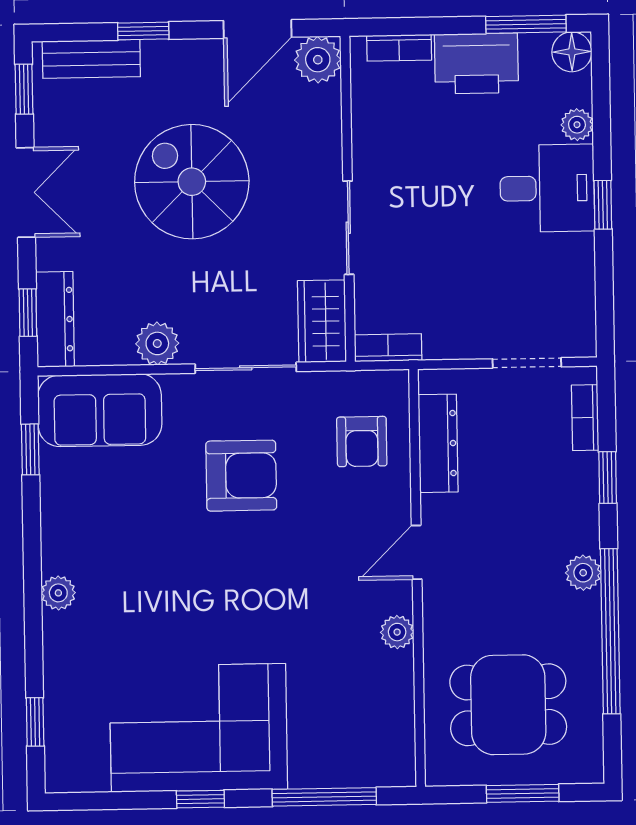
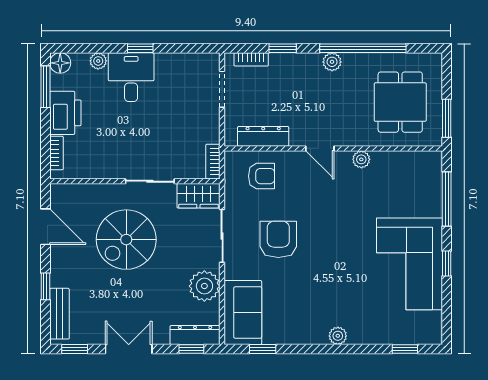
plant: (318, 60) -> (62, 196), removed
spiral stairs: (192, 182) -> (126, 240), moved
plant: (157, 343) -> (204, 286), width x1.36, depth x1.36
window: (523, 793) -> (447, 118), moved

